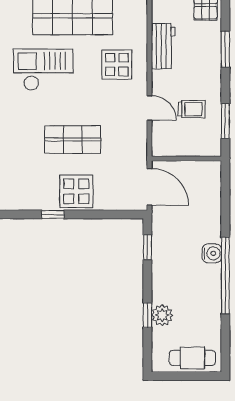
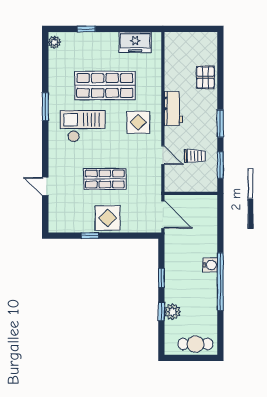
window: (225, 49) -> (220, 123), moved
window: (147, 247) -> (161, 278), moved

